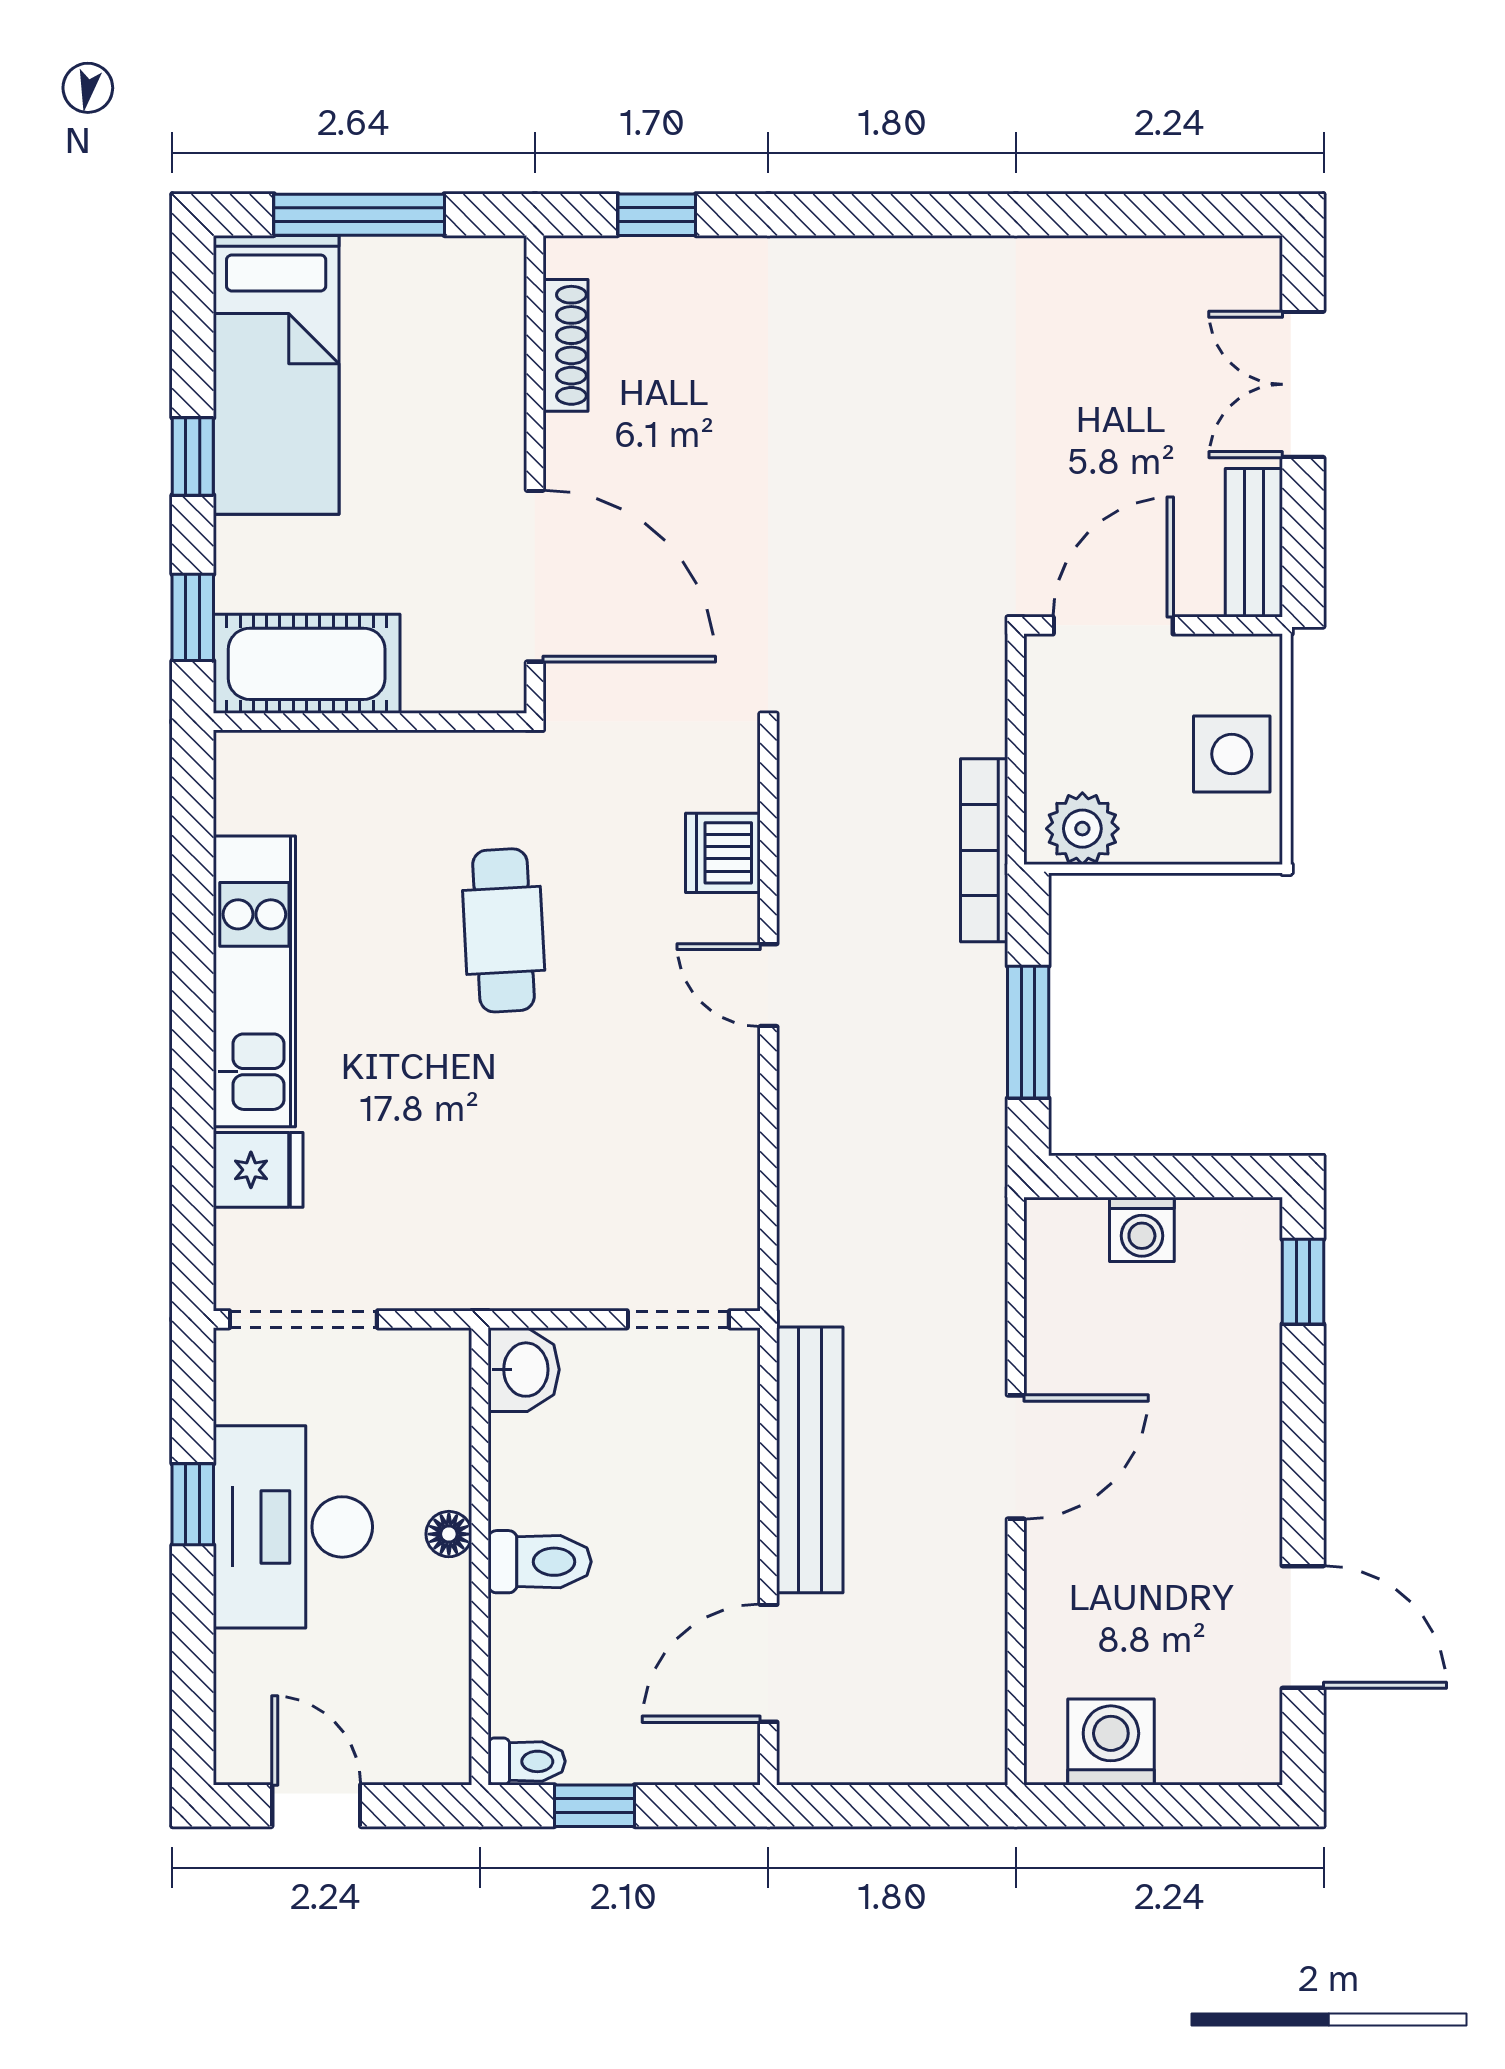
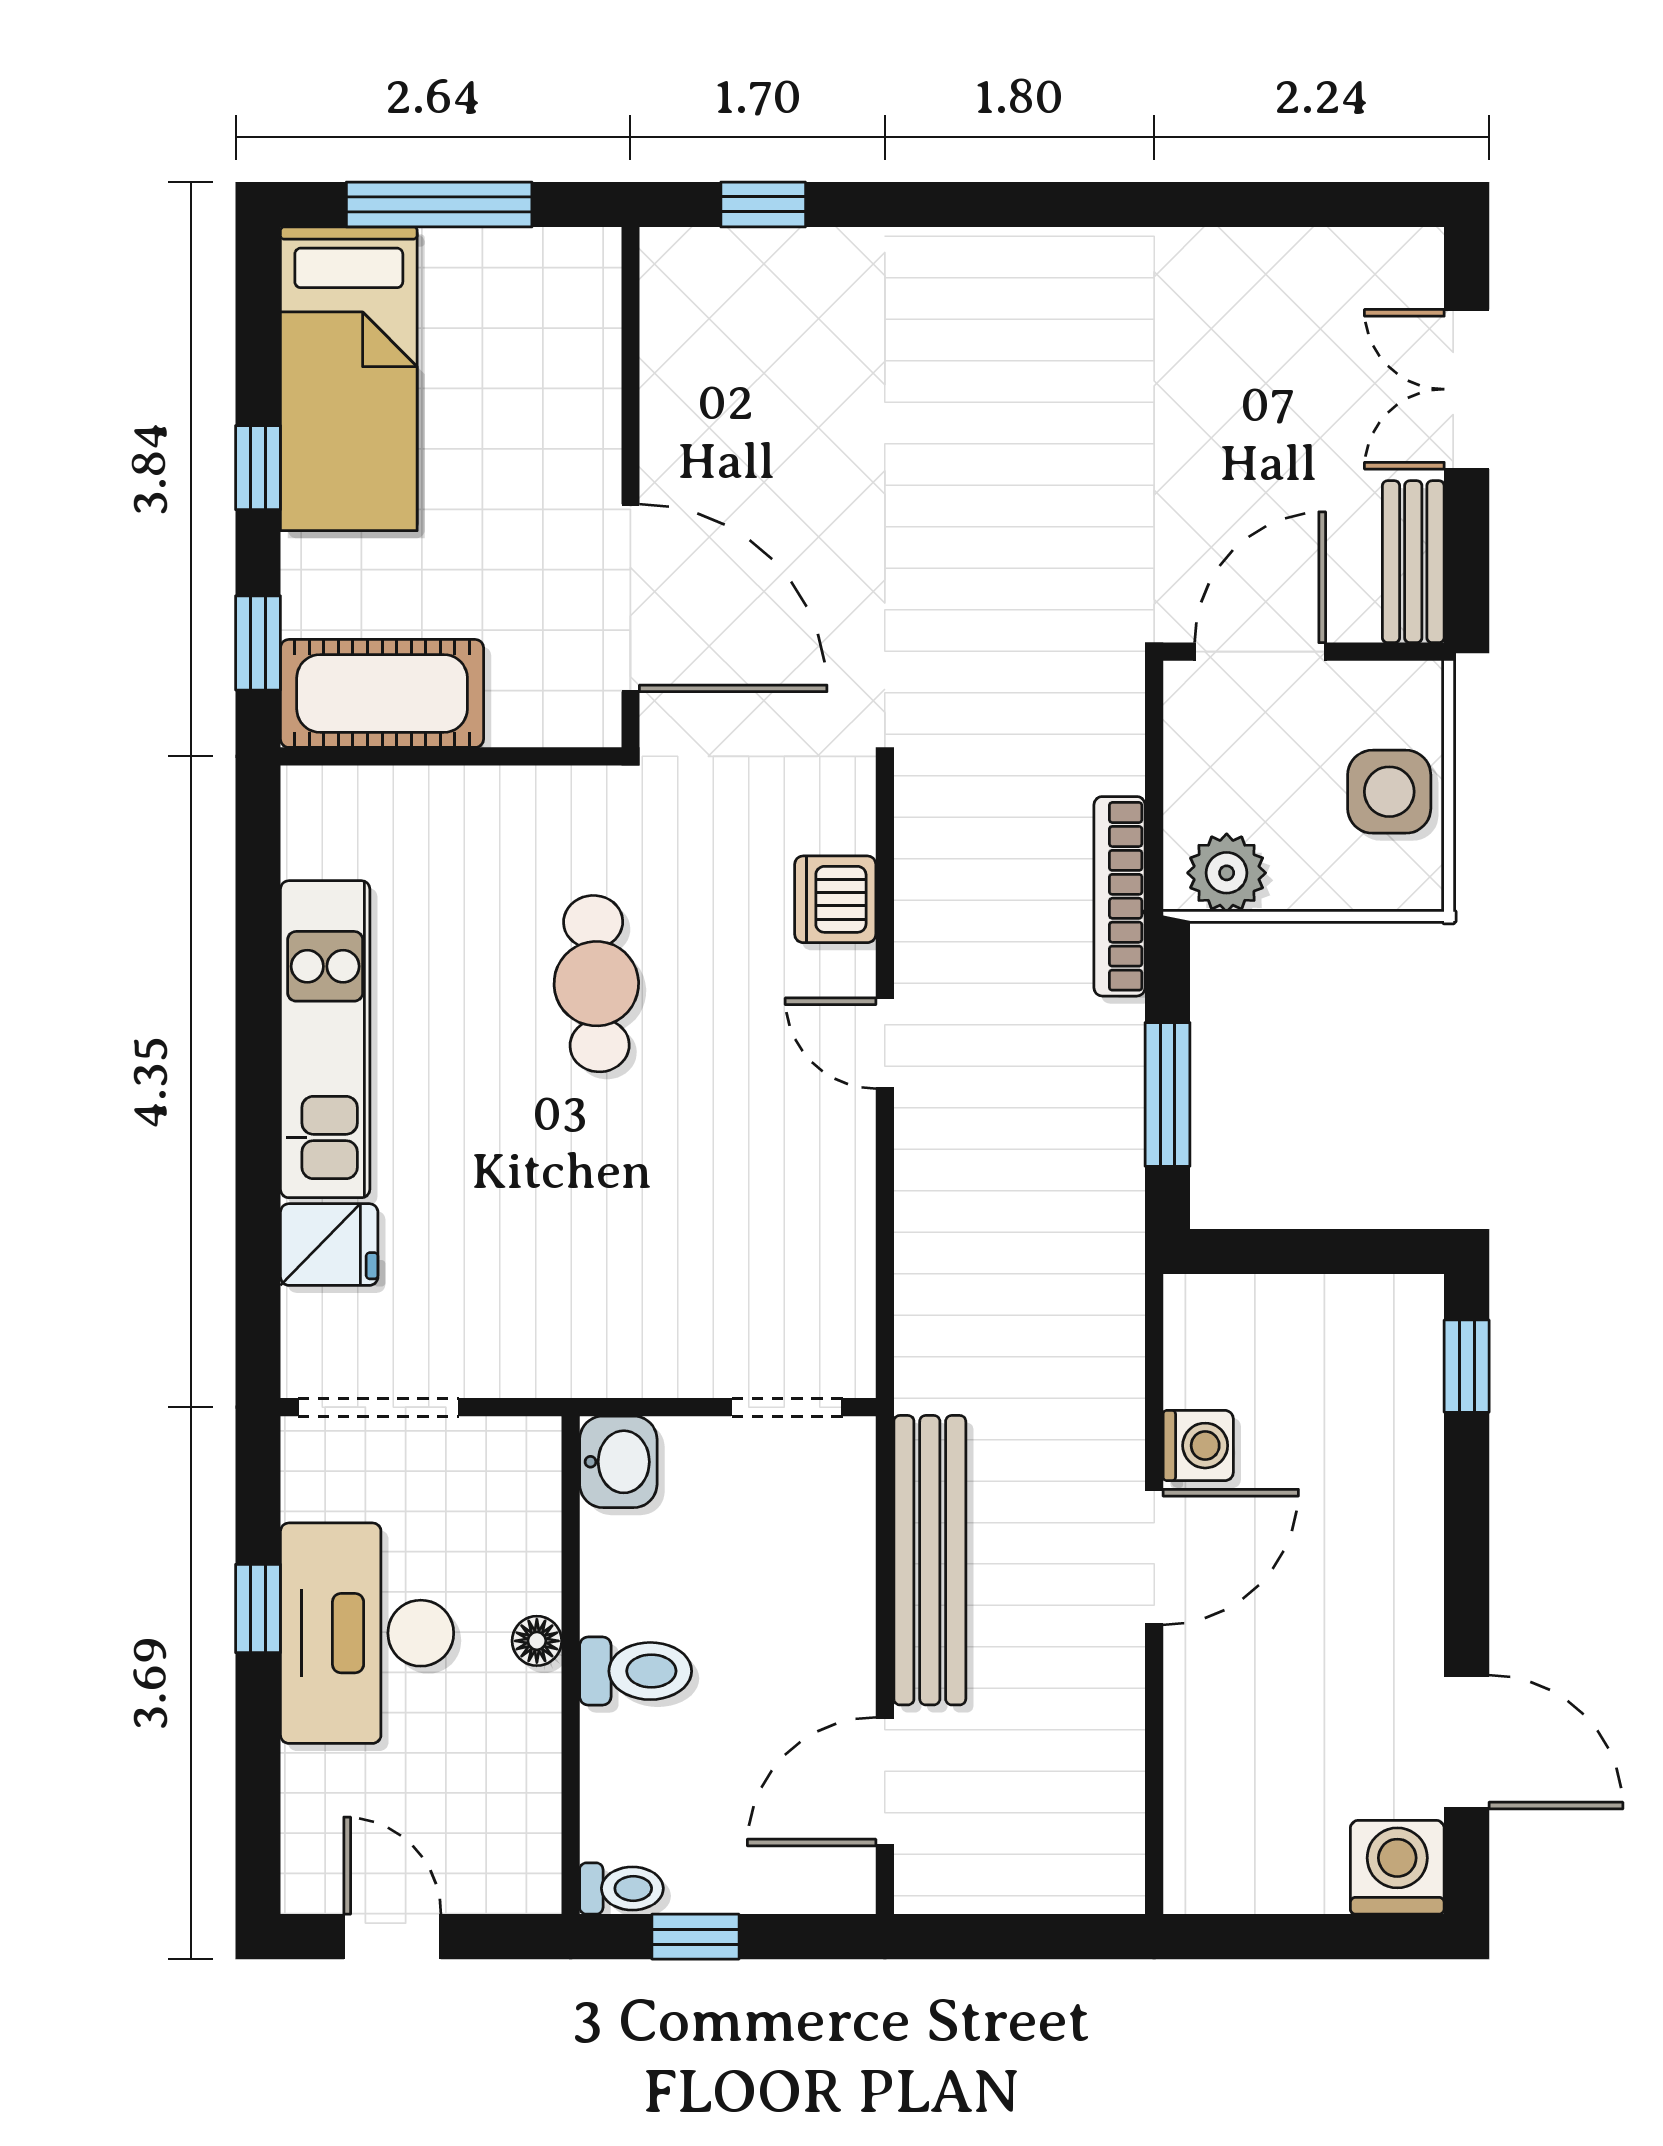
shoe rack: (566, 345) -> (664, 347), removed
washing machine: (1142, 1229) -> (1198, 1446), moved, turned -90
washing machine: (1111, 1742) -> (1397, 1867), moved

